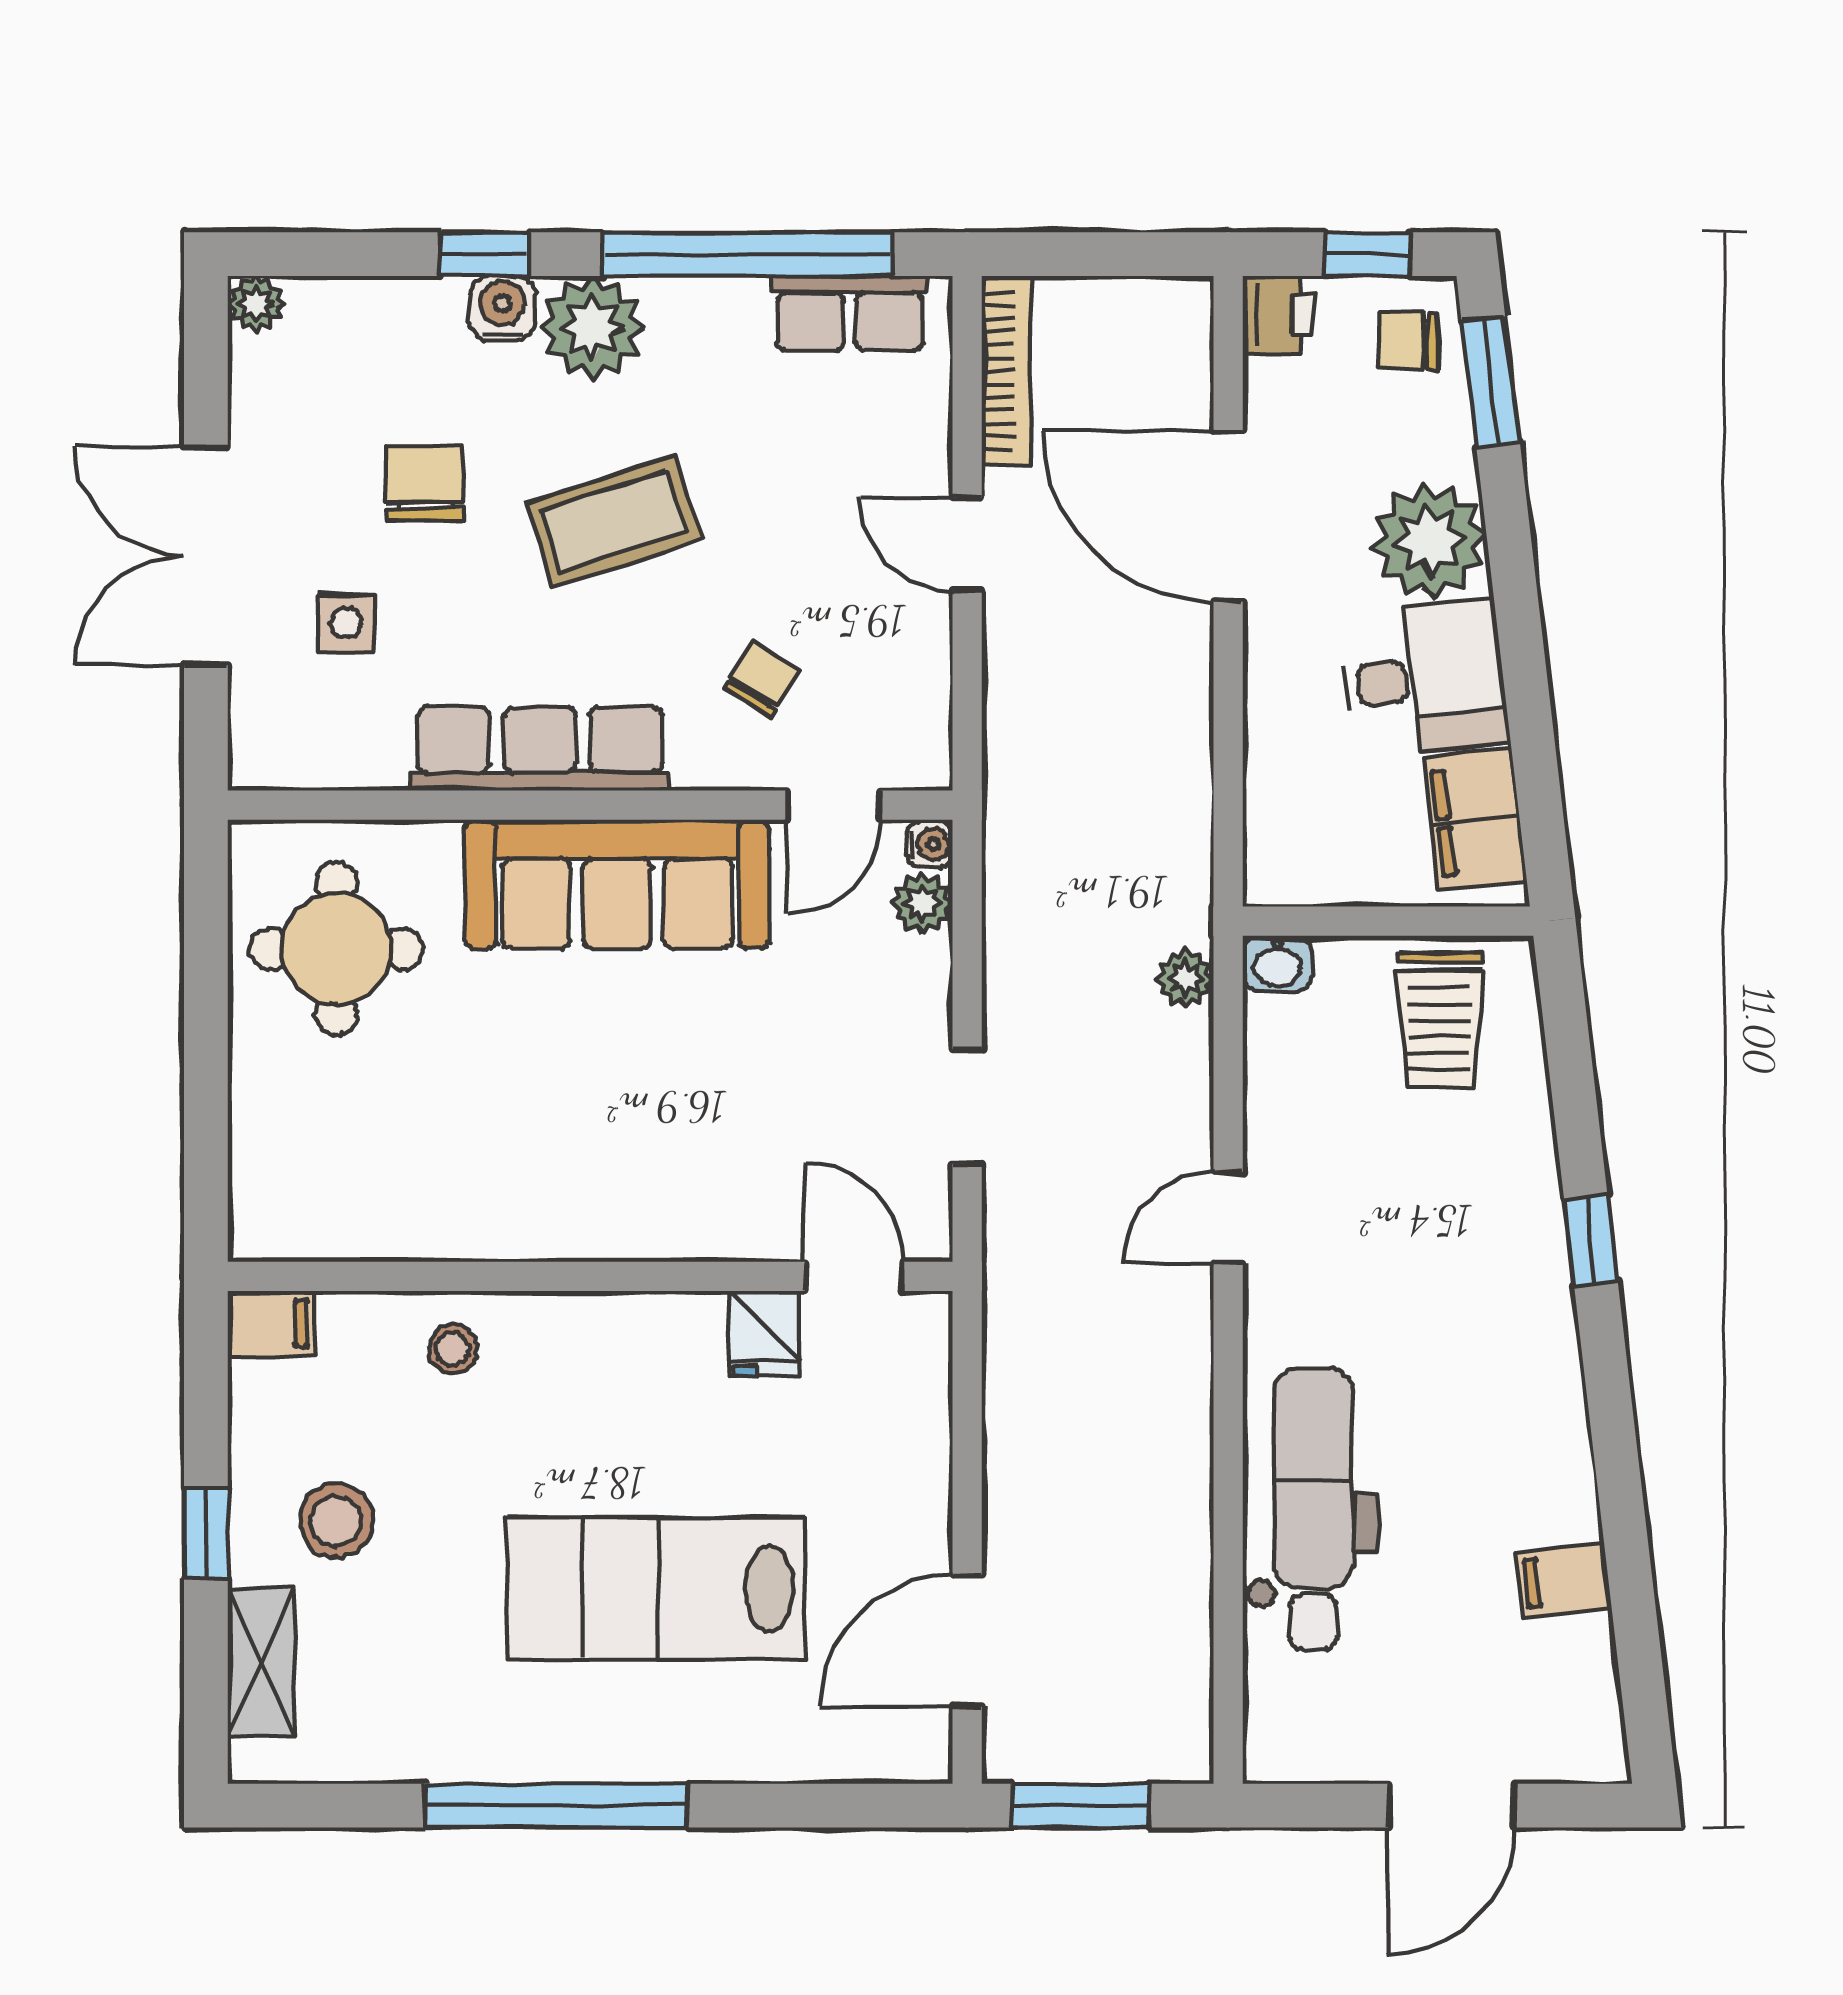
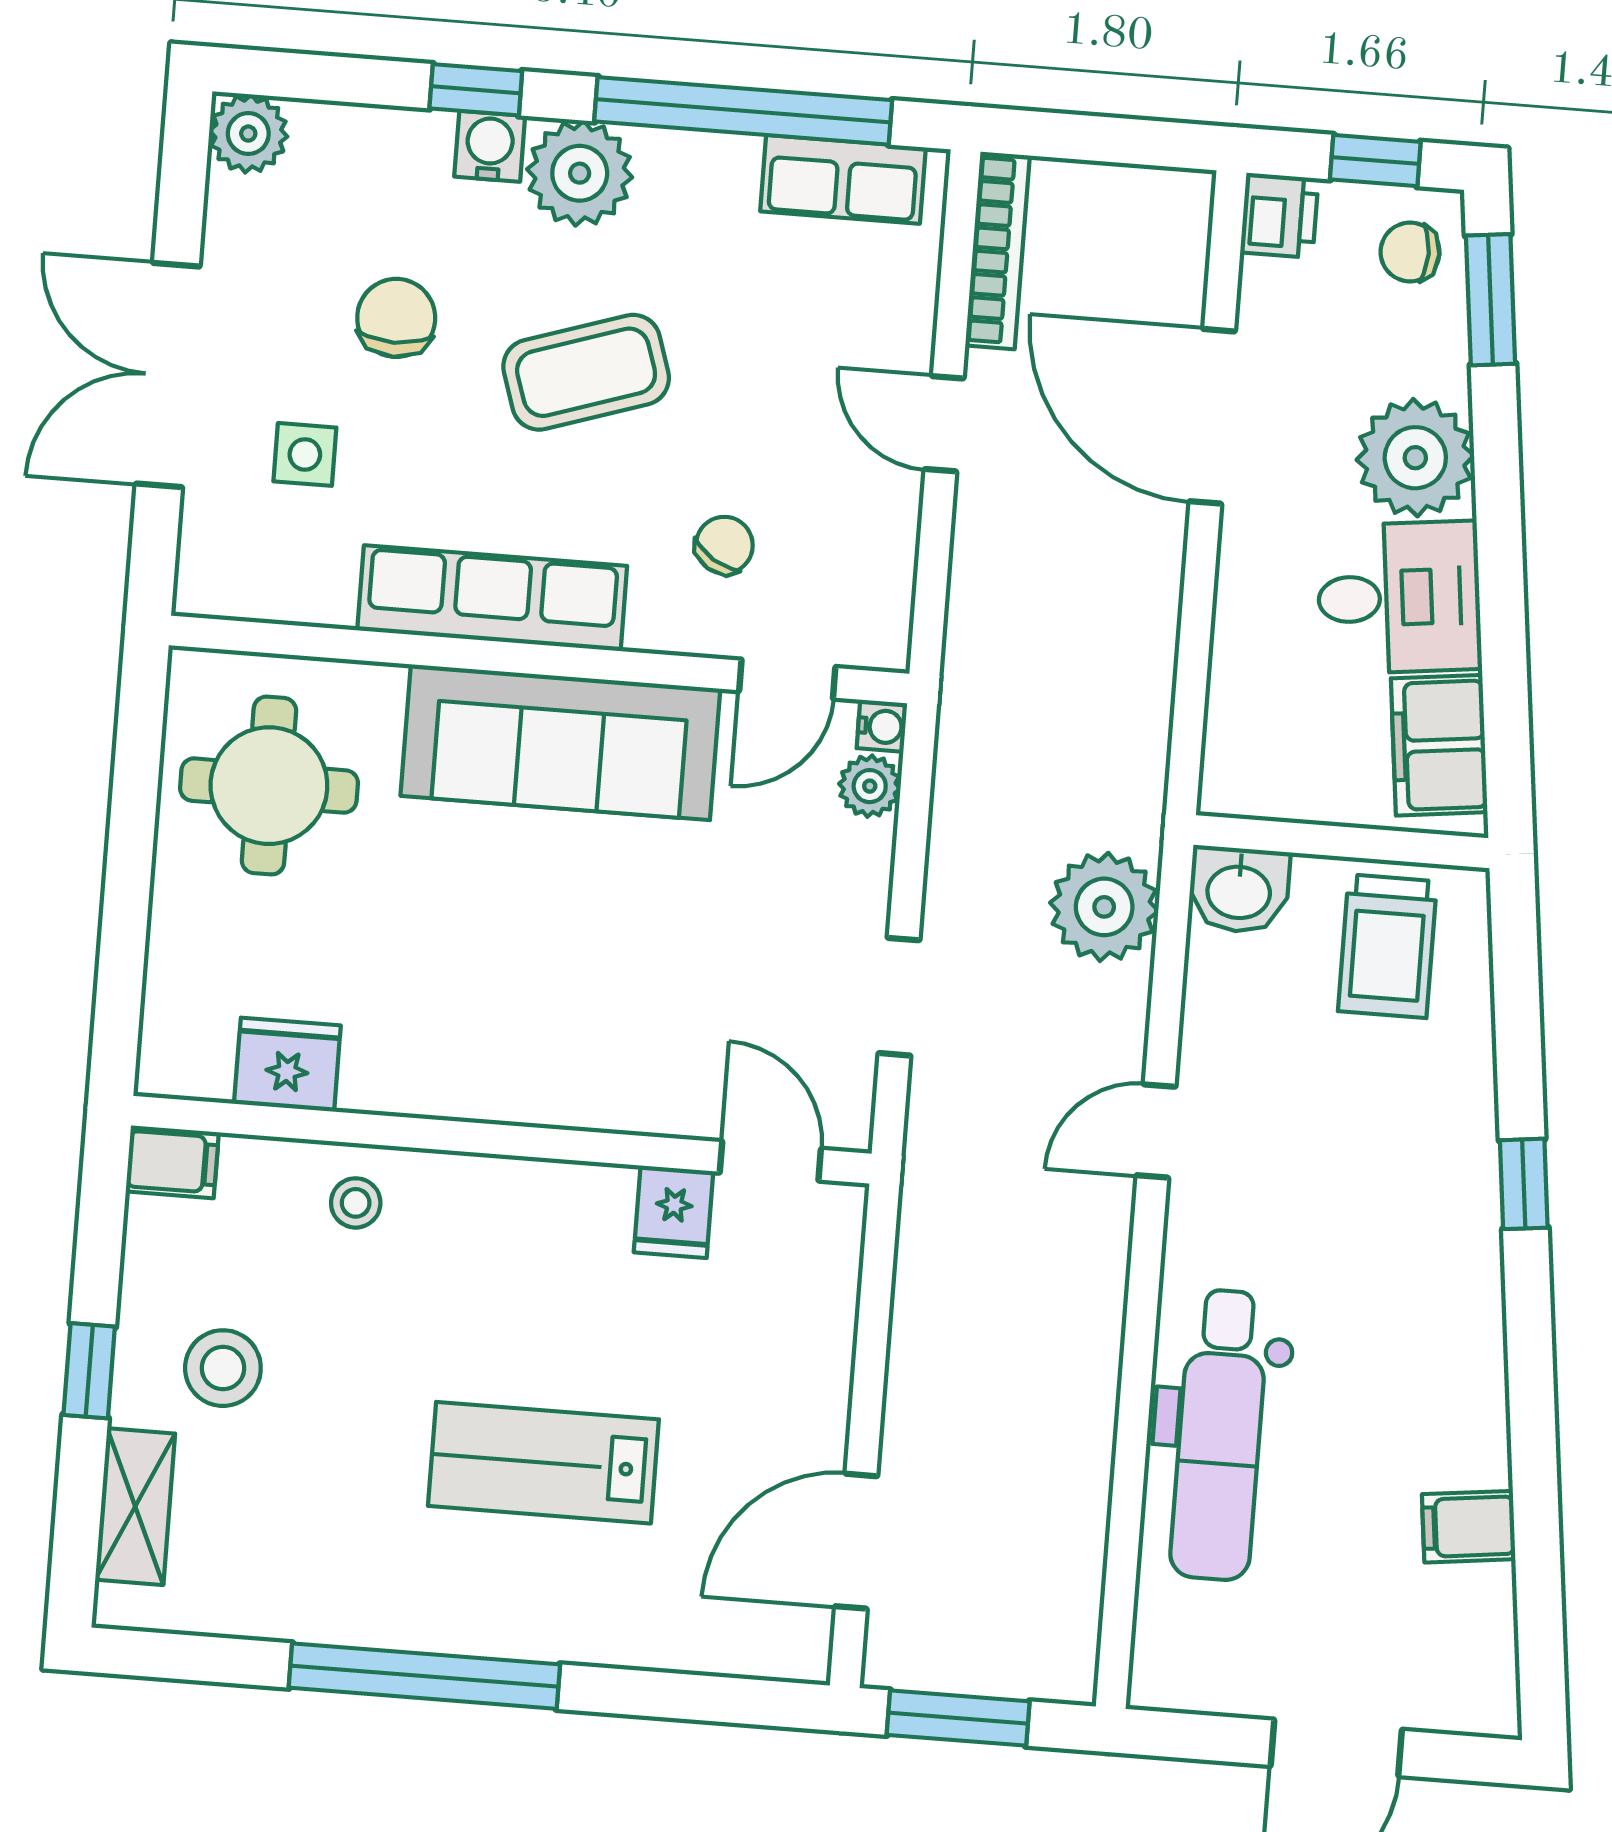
plant: (256, 304) -> (248, 134), width x1.38, depth x1.38
washbasin: (1277, 964) -> (1239, 890), width x1.38, depth x1.45
plant: (1185, 978) -> (1104, 907), width x1.88, depth x1.88
fridge: (376, 1220) -> (287, 1065), added
dental chair: (1313, 1509) -> (1219, 1435), turned 180
lab bench: (656, 1588) -> (543, 1463), width x0.73, depth x0.72

